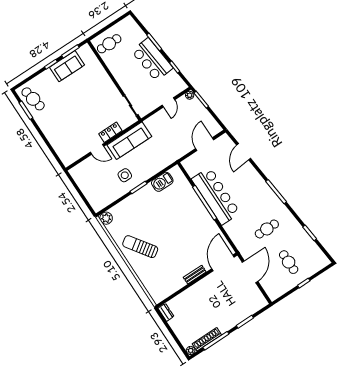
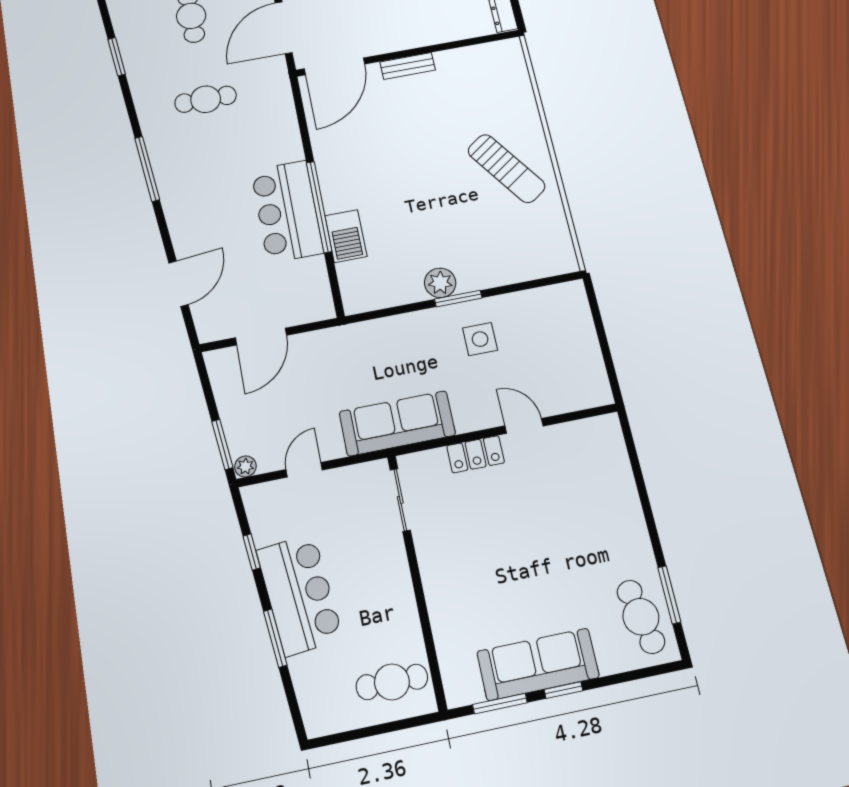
sofa: (67, 66) -> (538, 664), width x1.36
sofa: (129, 141) -> (397, 423), moved
barbecue: (162, 182) -> (346, 236), moved, turned 90
bar counter: (216, 196) -> (287, 211), width x0.73
plant: (106, 218) -> (440, 283), moved

